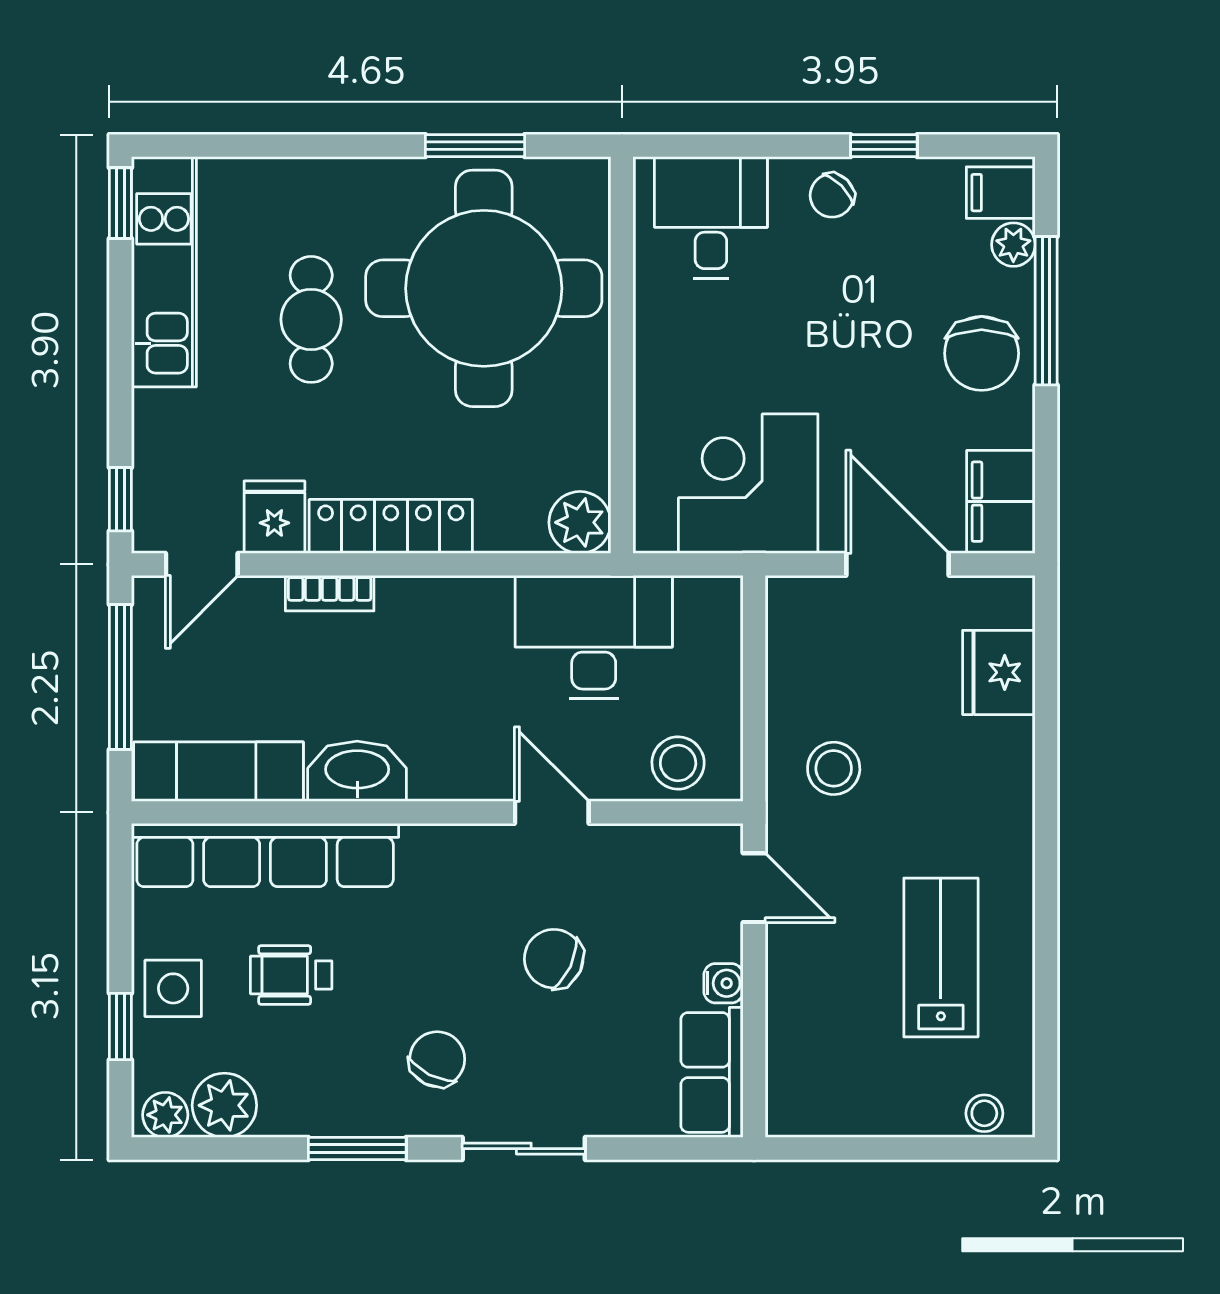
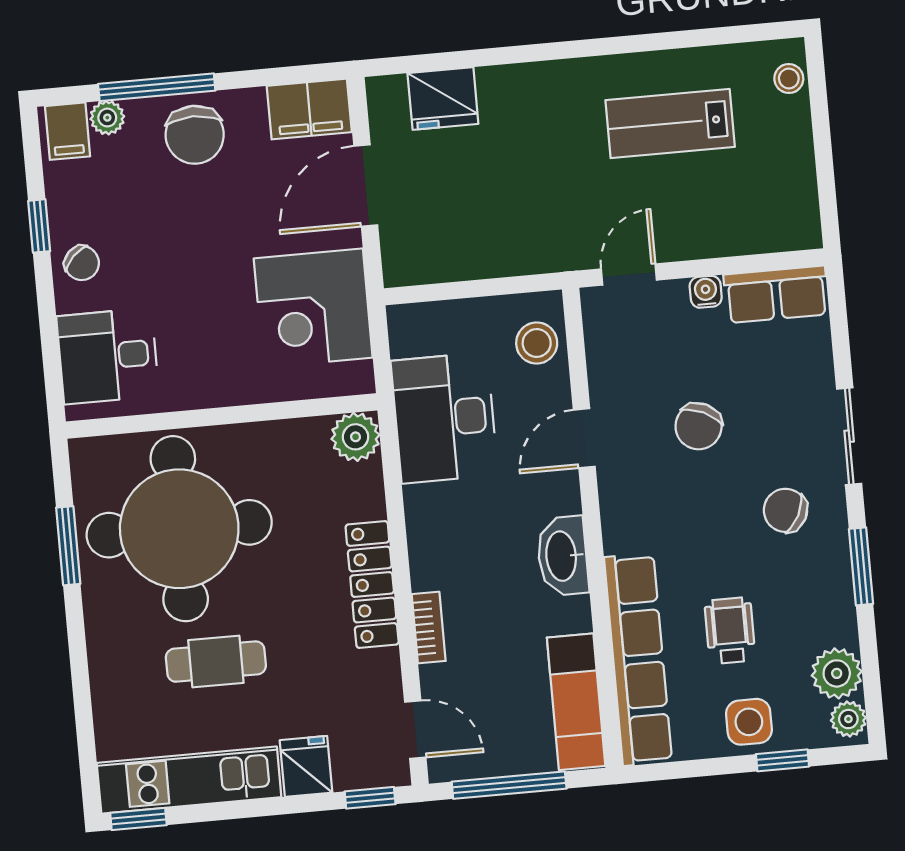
chair: (982, 353) -> (195, 135), turned 90
fridge: (274, 517) -> (306, 766), moved, turned 90
stool: (834, 768) -> (530, 221), removed
washbasin: (357, 771) -> (563, 556), moved
wheelchair: (291, 975) -> (730, 631), turned 180

